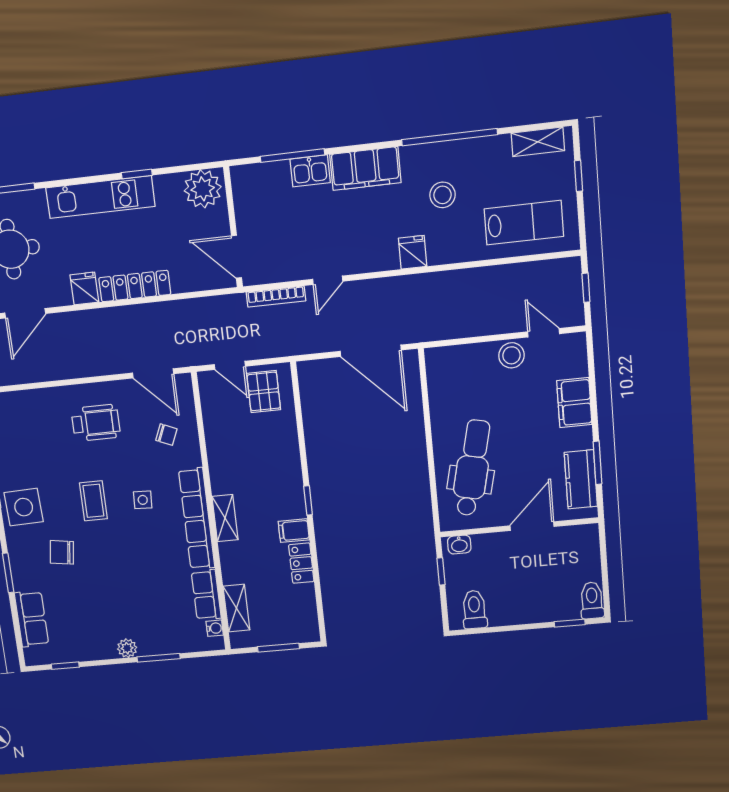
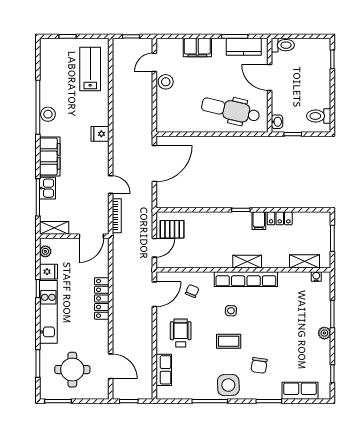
shelving: (538, 142) -> (54, 228), moved, turned 90
plant: (203, 189) -> (45, 251), width x0.53, depth x0.53
stool: (443, 195) -> (48, 114), moved
fridge: (84, 289) -> (48, 272), moved, turned 180
row of seats: (206, 595) -> (164, 370), moved, turned -90
toilet: (592, 600) -> (283, 45), moved, turned 180

